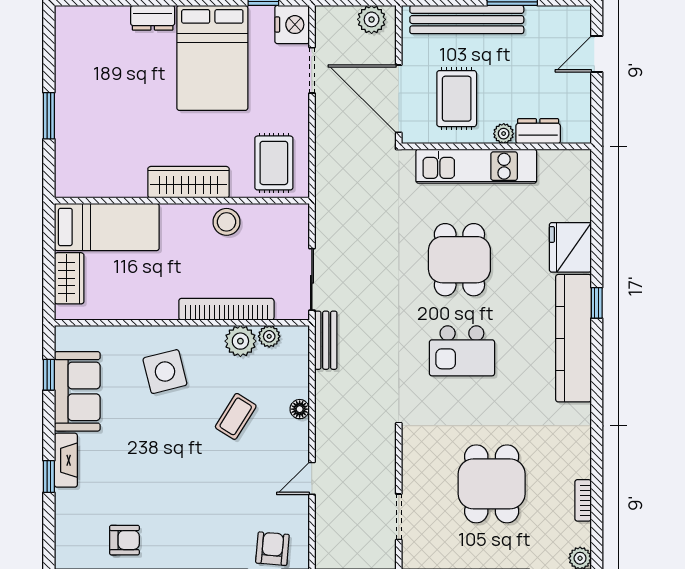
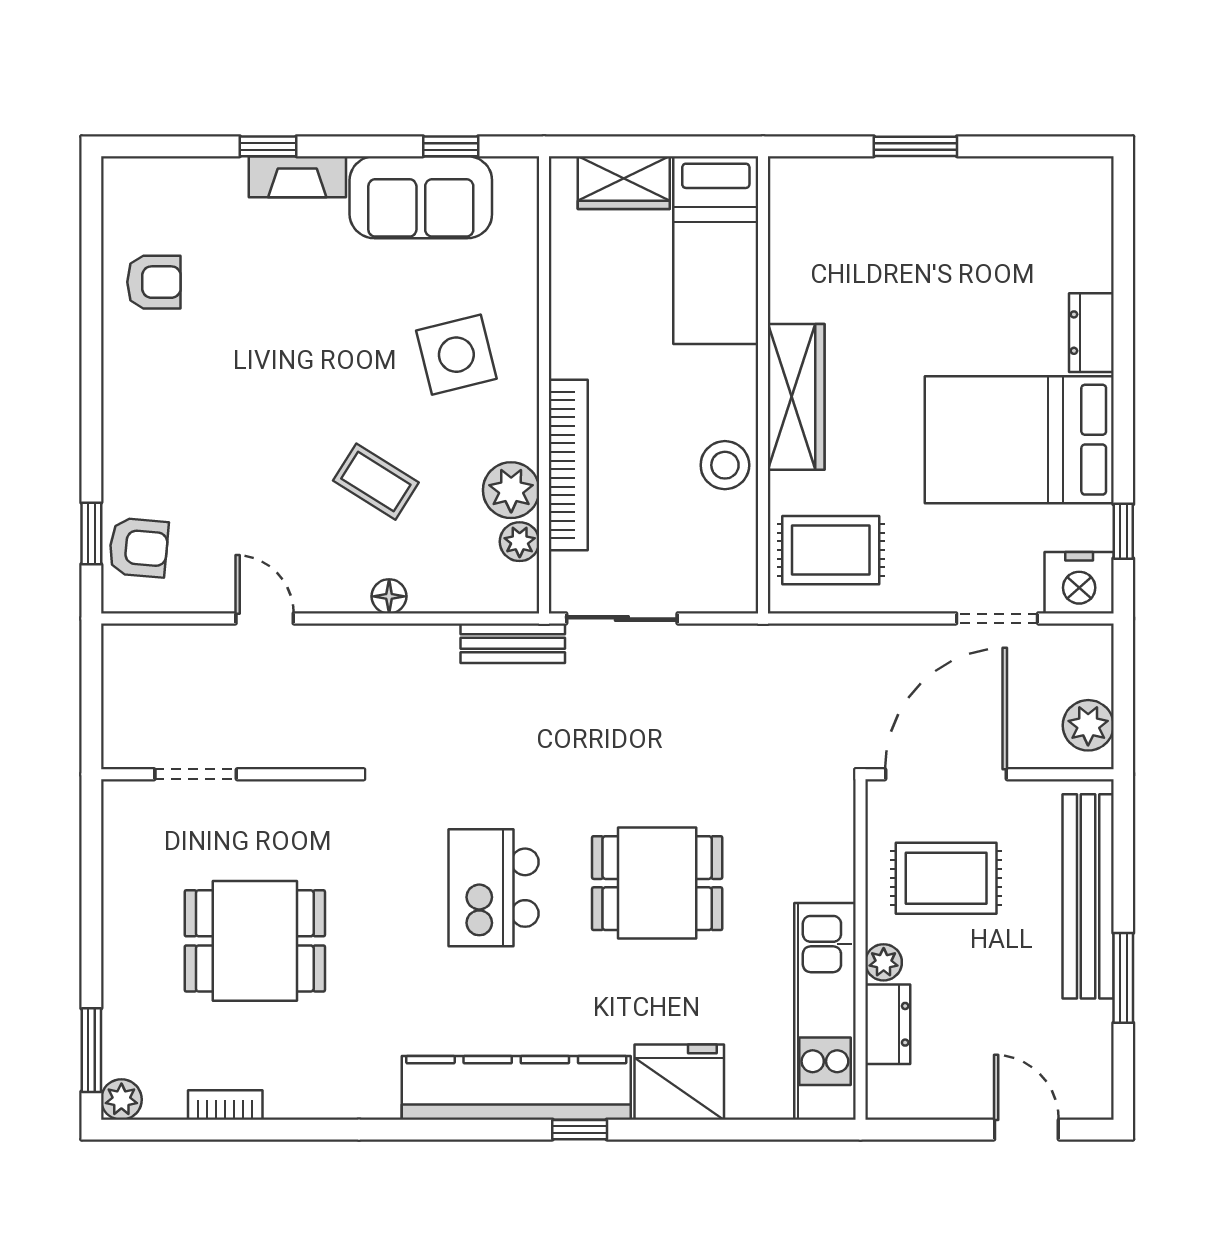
kitchen unit: (476, 166) -> (825, 1011), moved
armchair: (125, 540) -> (154, 282), turned -90

